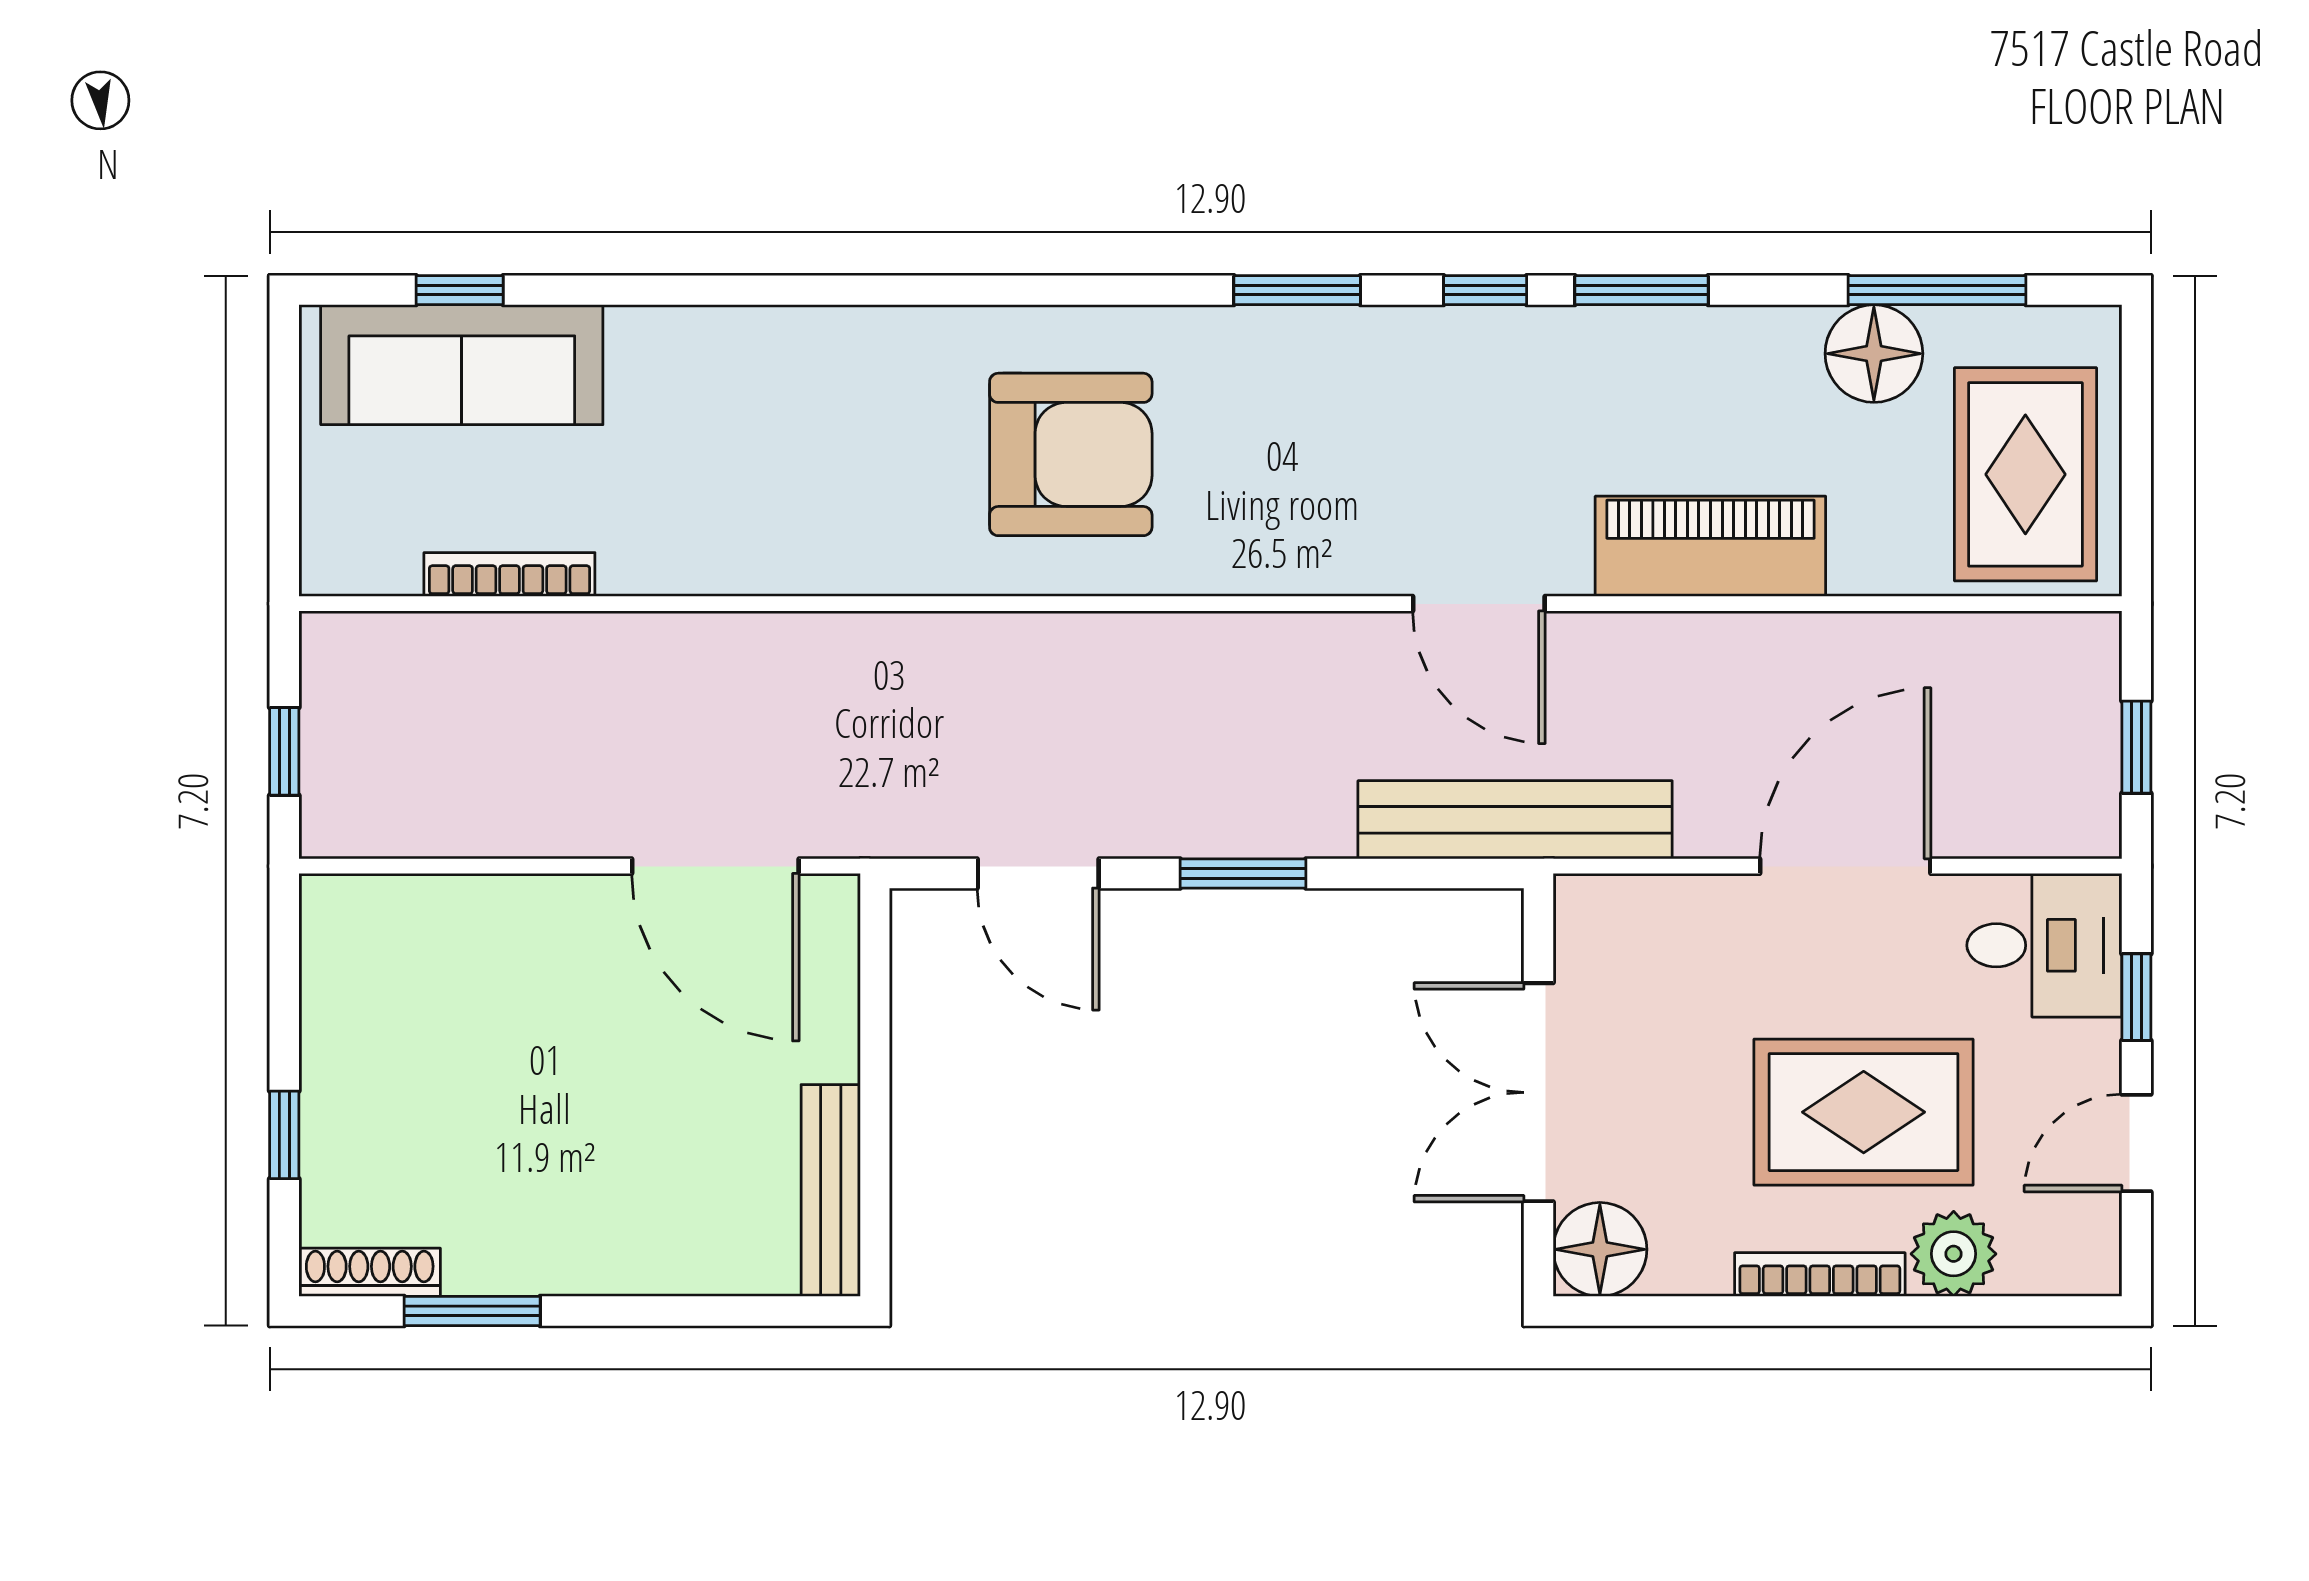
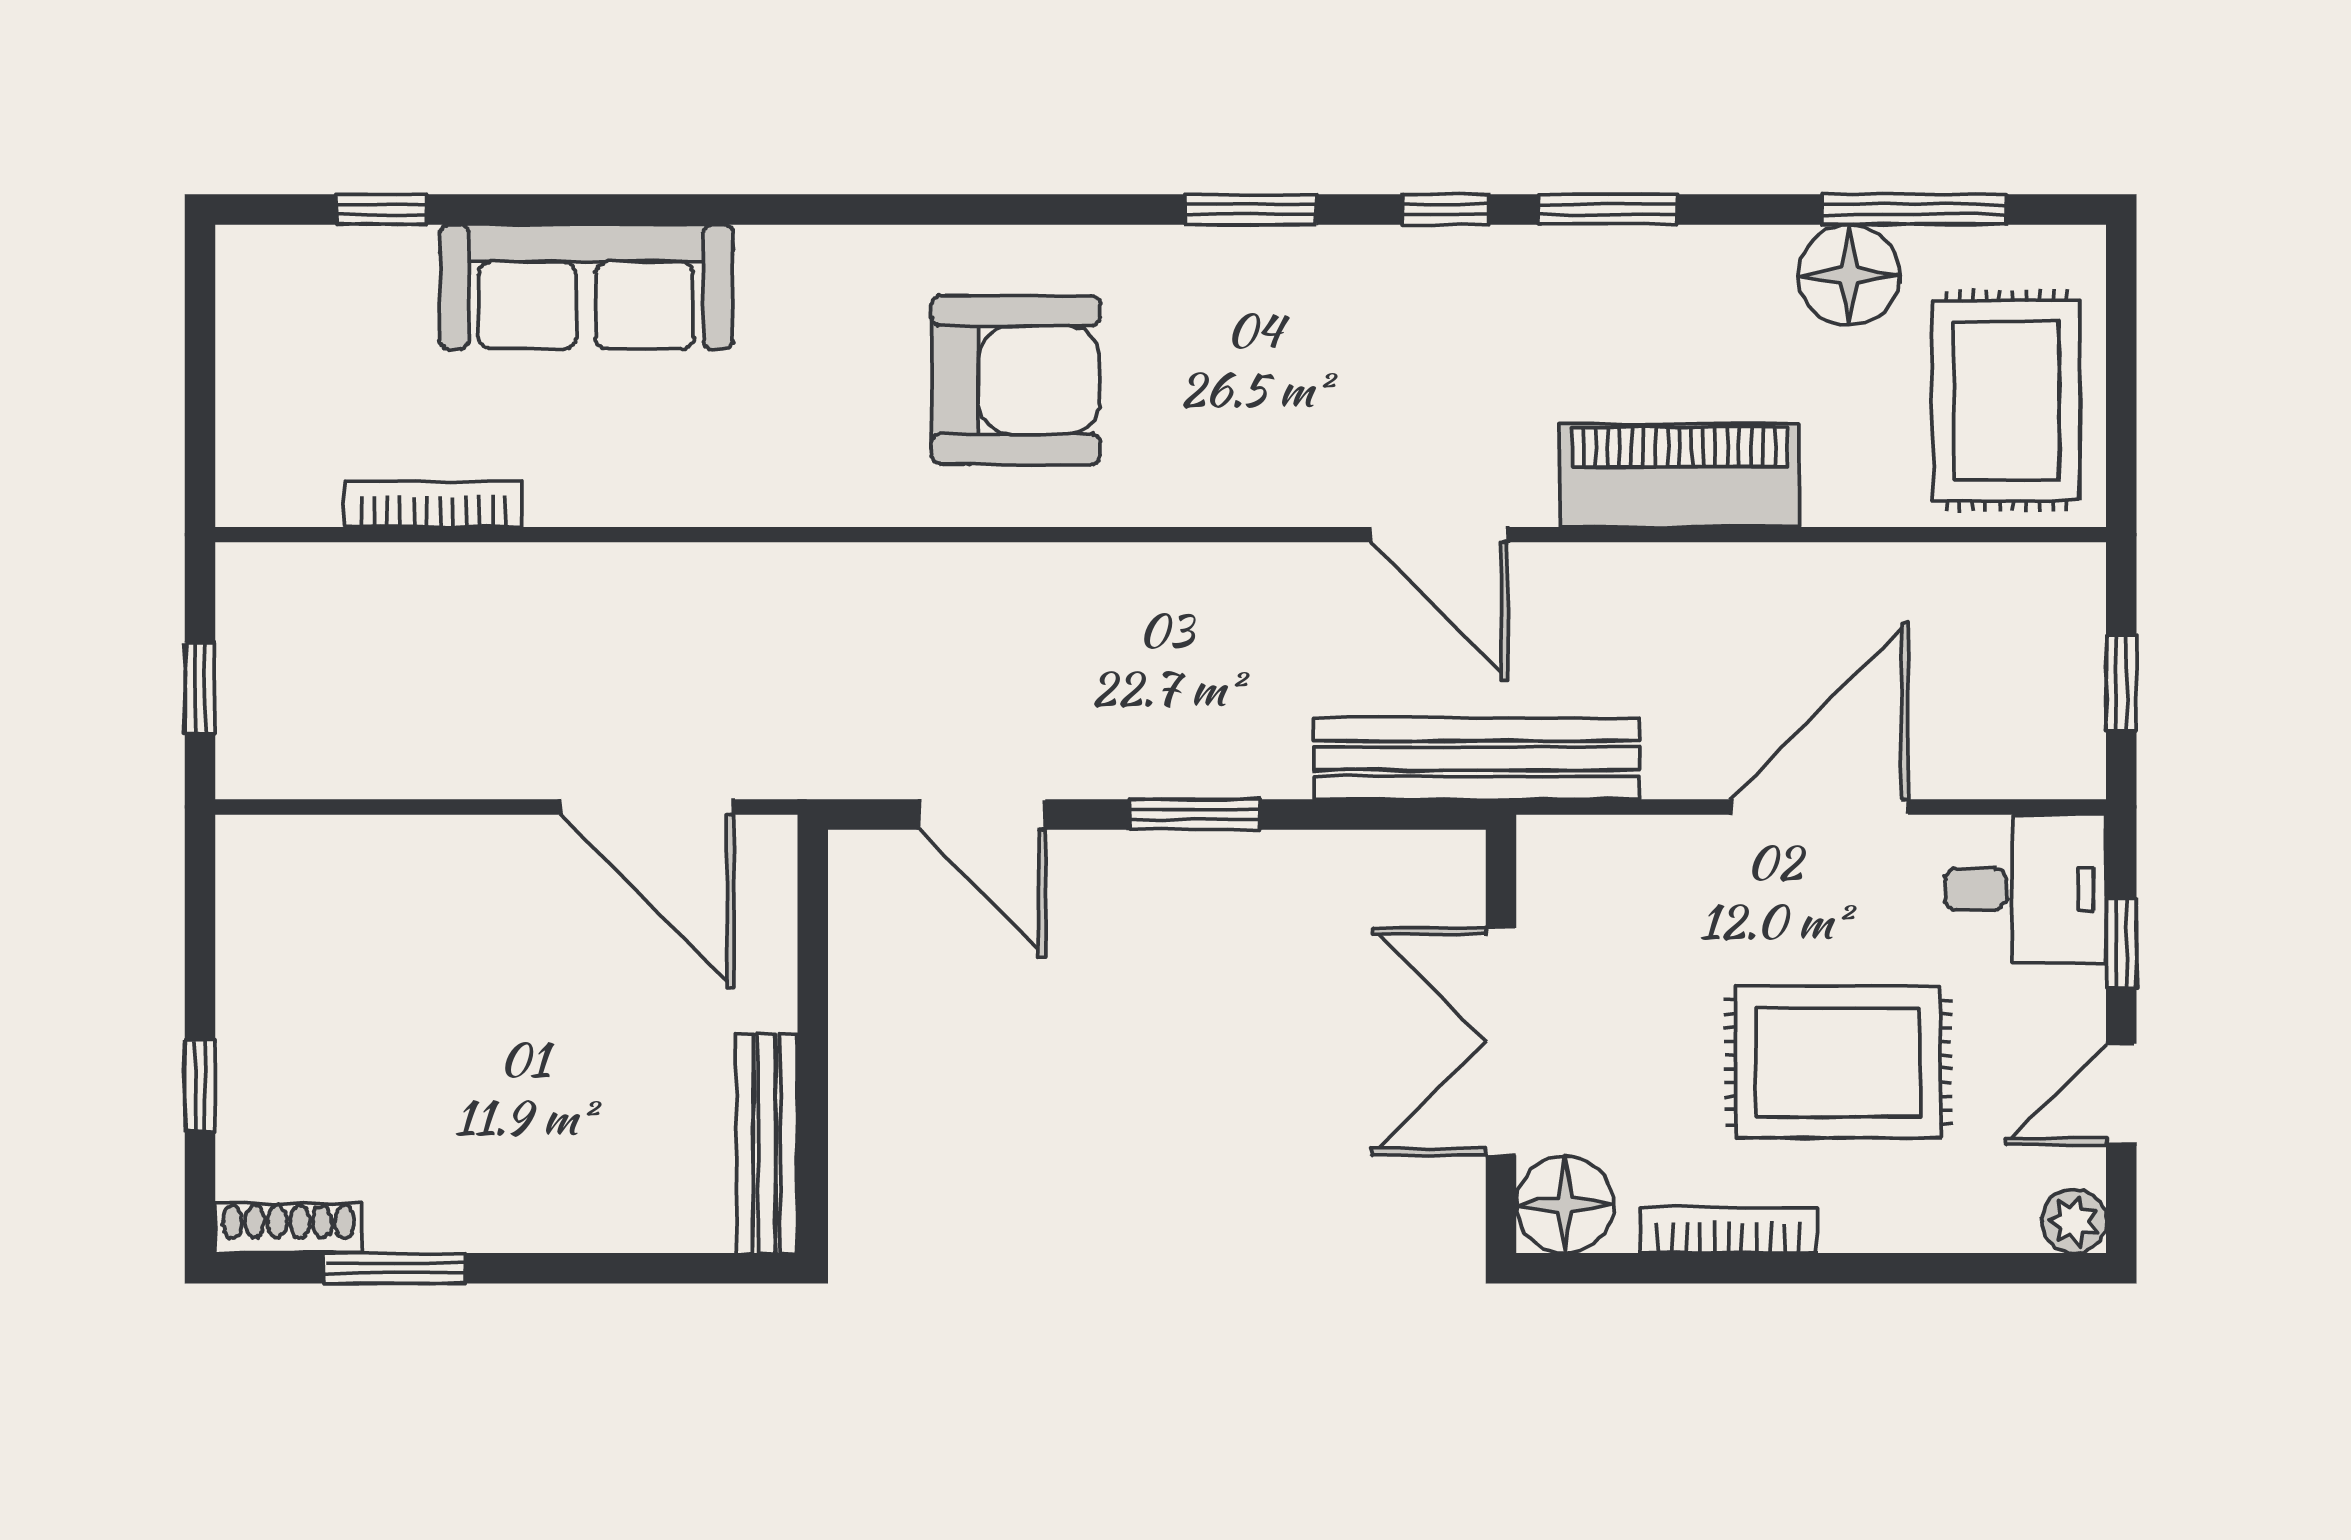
sofa: (462, 365) -> (586, 287), moved
plant: (1954, 1254) -> (2074, 1221), moved, width x0.73, depth x0.73
bookcase: (1820, 1275) -> (1728, 1231), moved

